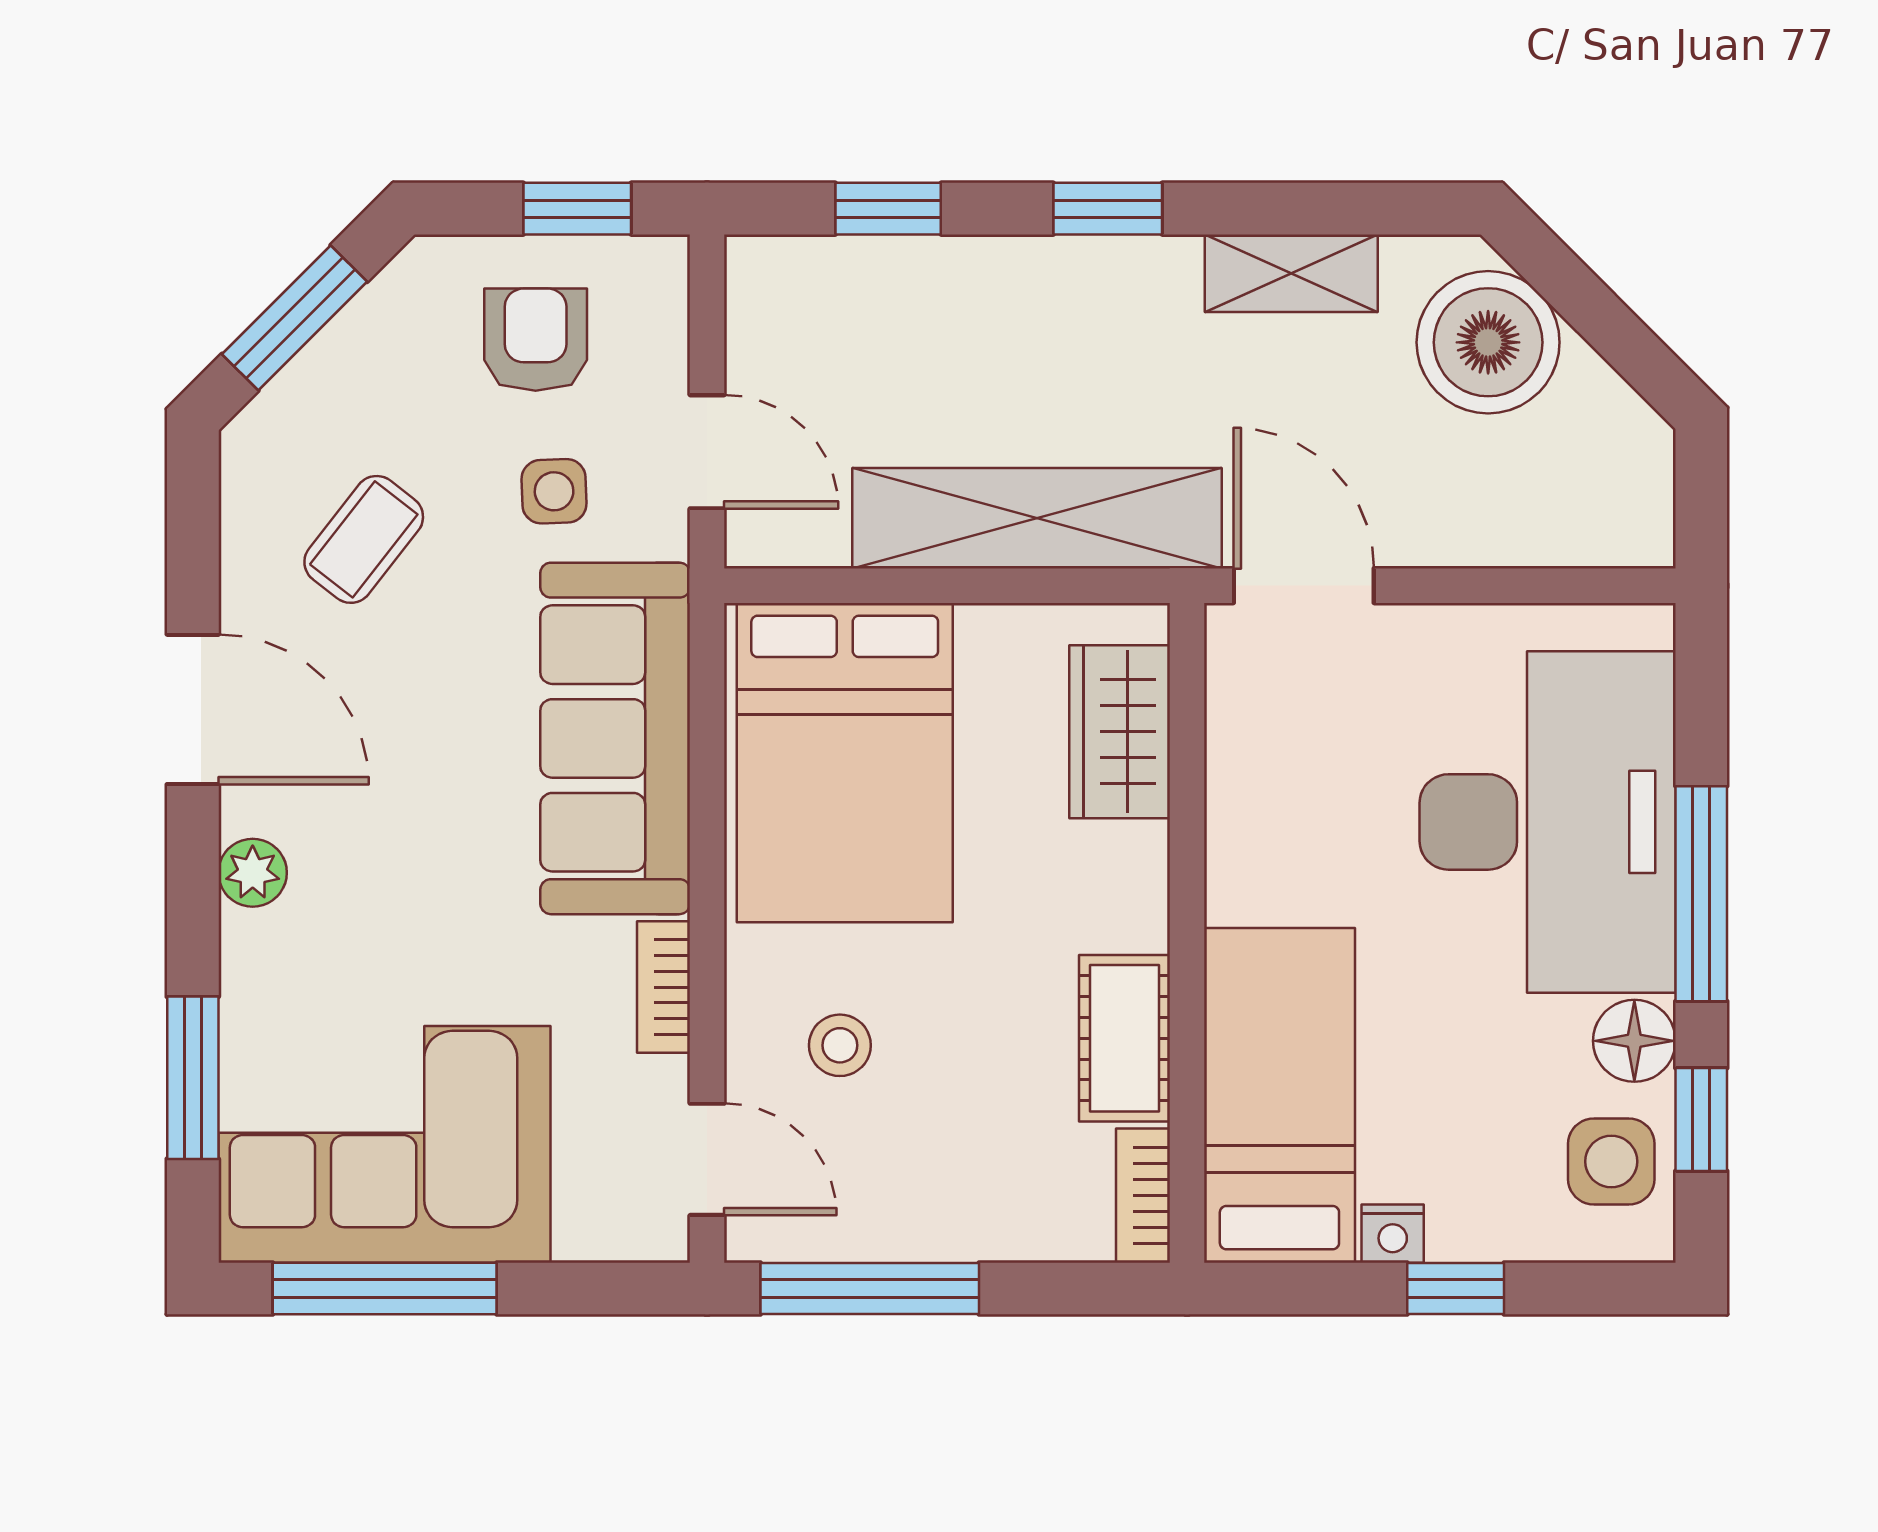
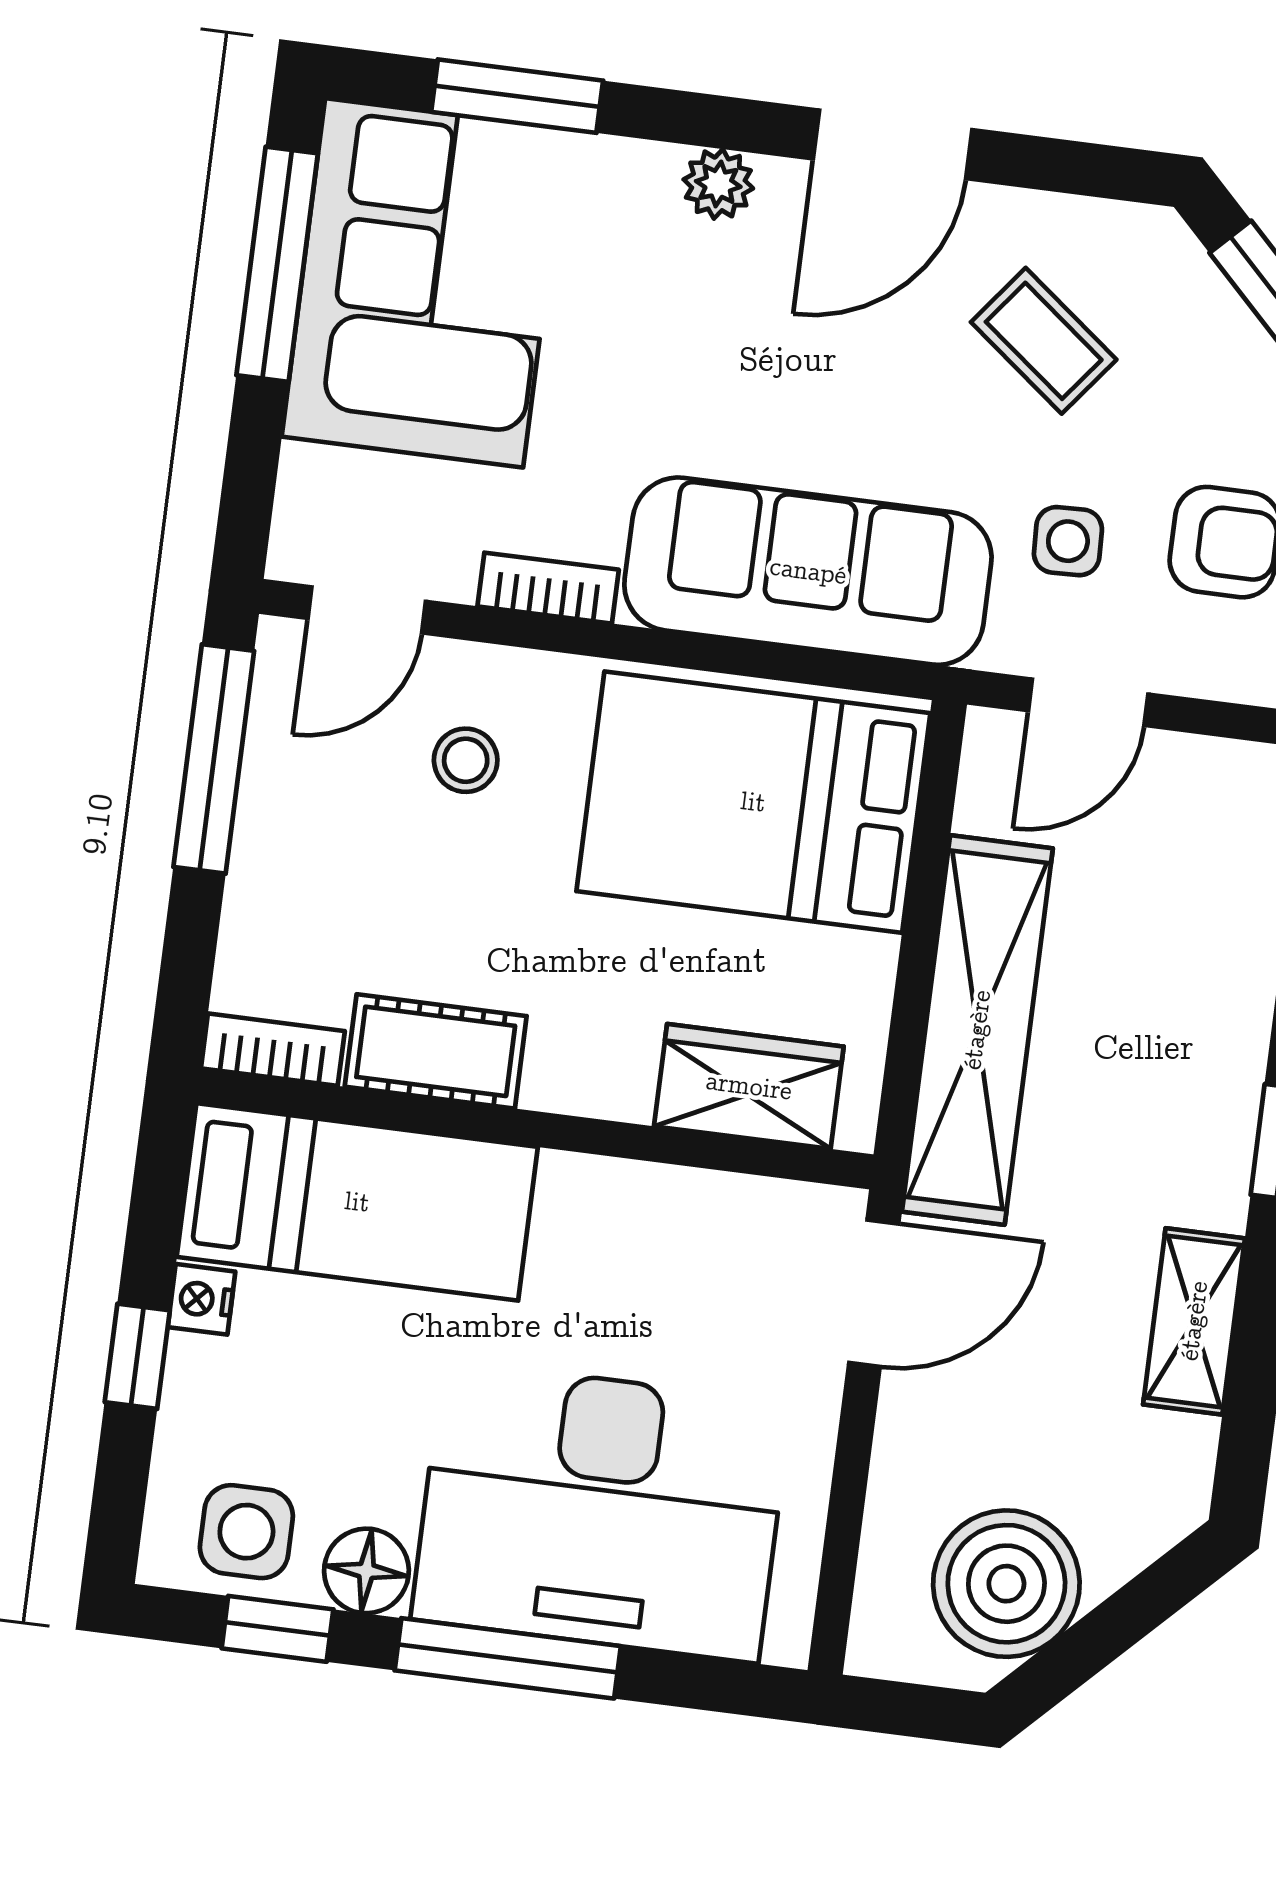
boiler: (1488, 342) -> (1006, 1584), moved

